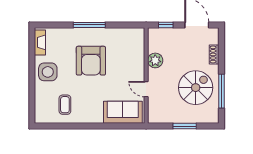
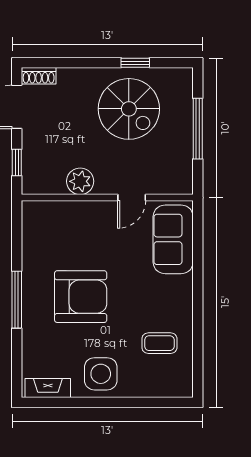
shoe rack: (214, 54) -> (39, 76), moved
spiral stairs: (196, 88) -> (129, 109), turned 180
window: (221, 91) -> (135, 63), width x0.46
window: (185, 126) -> (198, 129), width x1.44

